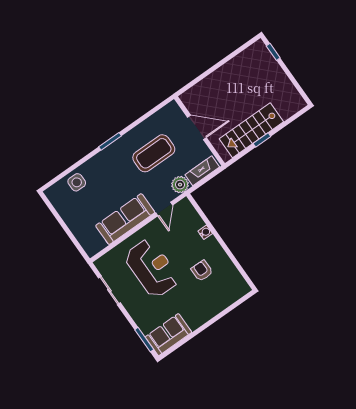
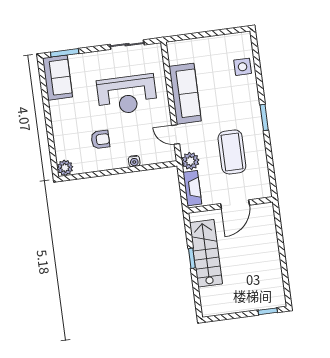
plant: (242, 288) -> (65, 168), added

